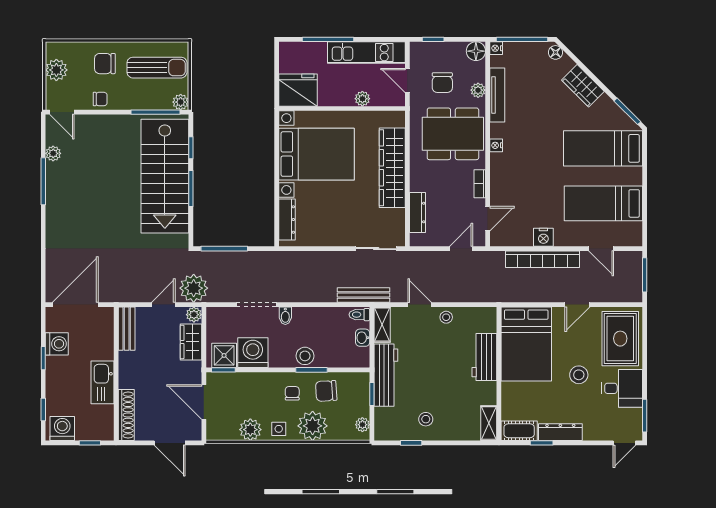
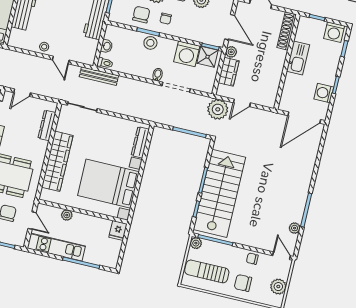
chair: (105, 64) -> (243, 283), turned 180
fridge: (298, 90) -> (118, 231), width x0.53, depth x0.75
plant: (194, 315) -> (231, 52), moved
shelving: (382, 325) -> (91, 52), removed
bench: (127, 329) -> (272, 92), removed
chair: (326, 391) -> (141, 15), turned -86

